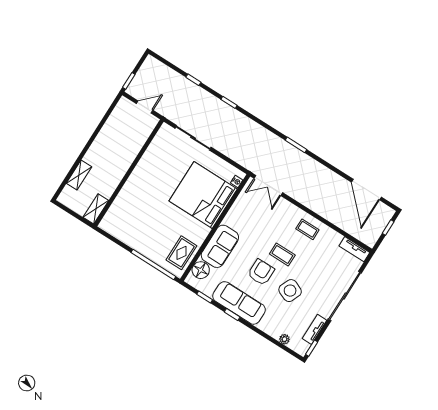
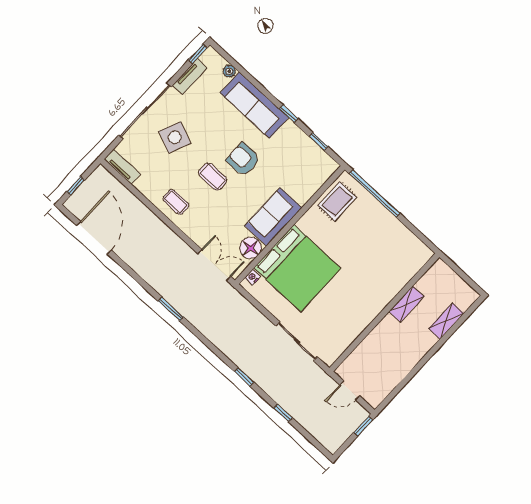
shelving: (96, 209) -> (406, 304), moved
sofa: (220, 246) -> (273, 217), moved
floor lamp: (201, 270) -> (251, 248), moved
armchair: (261, 272) -> (243, 159), turned 90
side table: (290, 291) -> (175, 137), moved
sofa: (239, 303) -> (254, 105), moved

